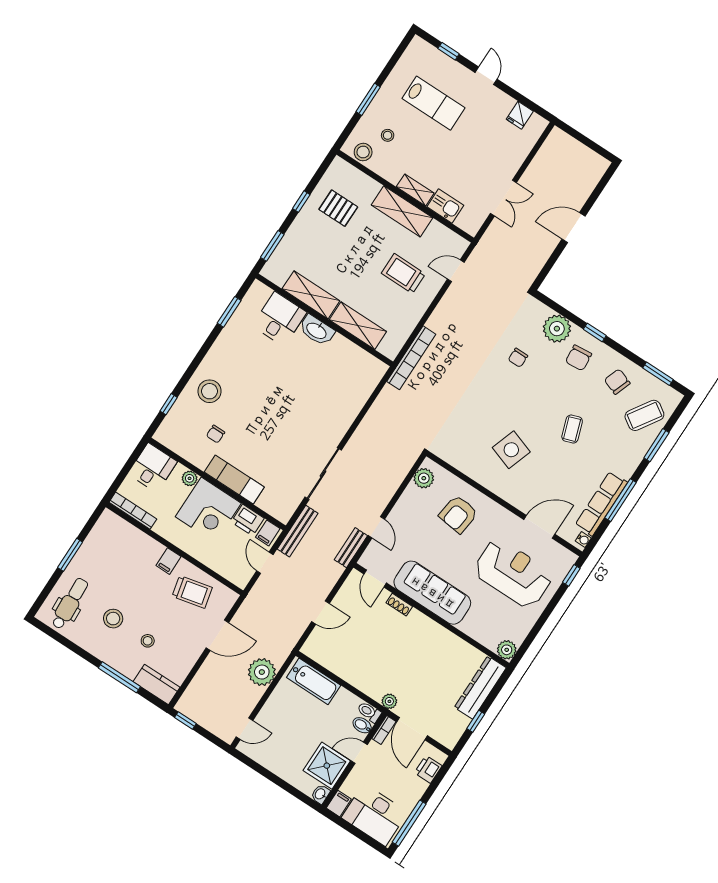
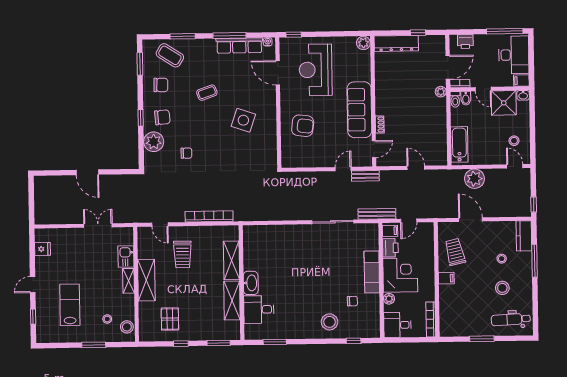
bookcase: (411, 358) -> (209, 216), moved
chair: (617, 382) -> (161, 85), turned -109
plant: (424, 478) -> (295, 161), removed
stool: (275, 748) -> (514, 141), added

